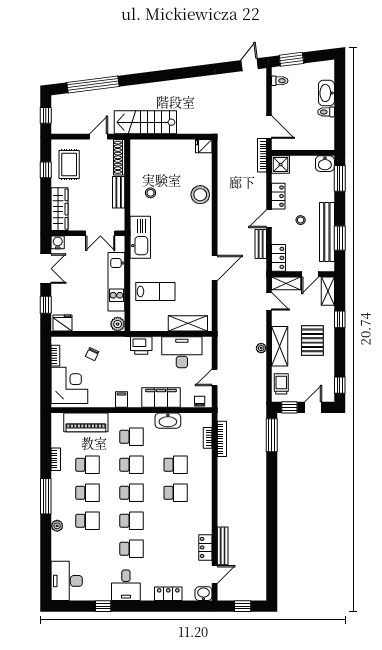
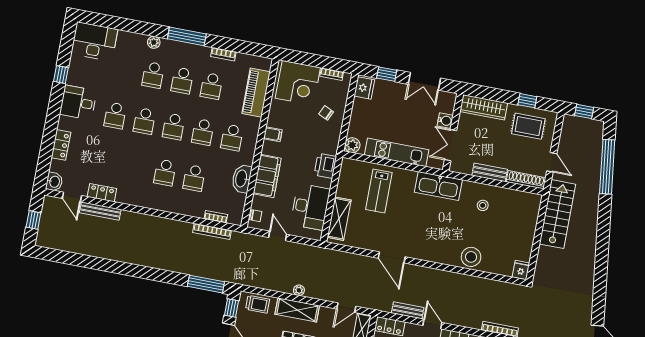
water cooler: (58, 242) -> (445, 121), moved

